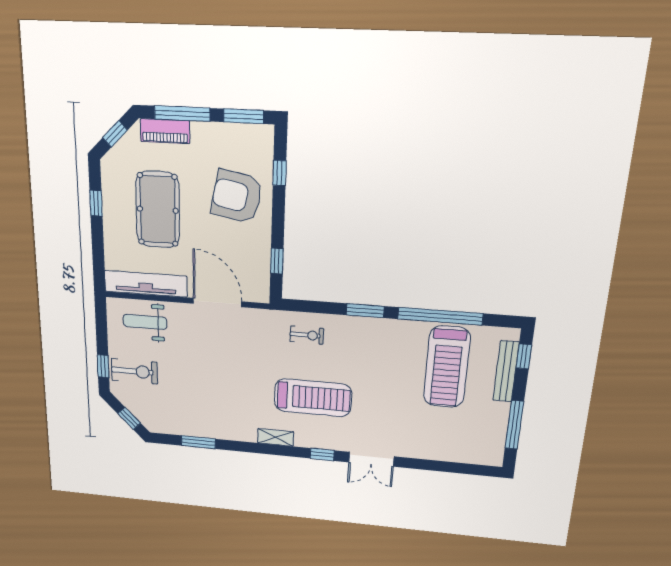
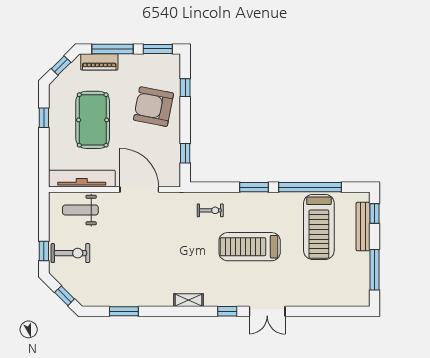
treadmill: (313, 398) -> (250, 247), moved, turned 180

